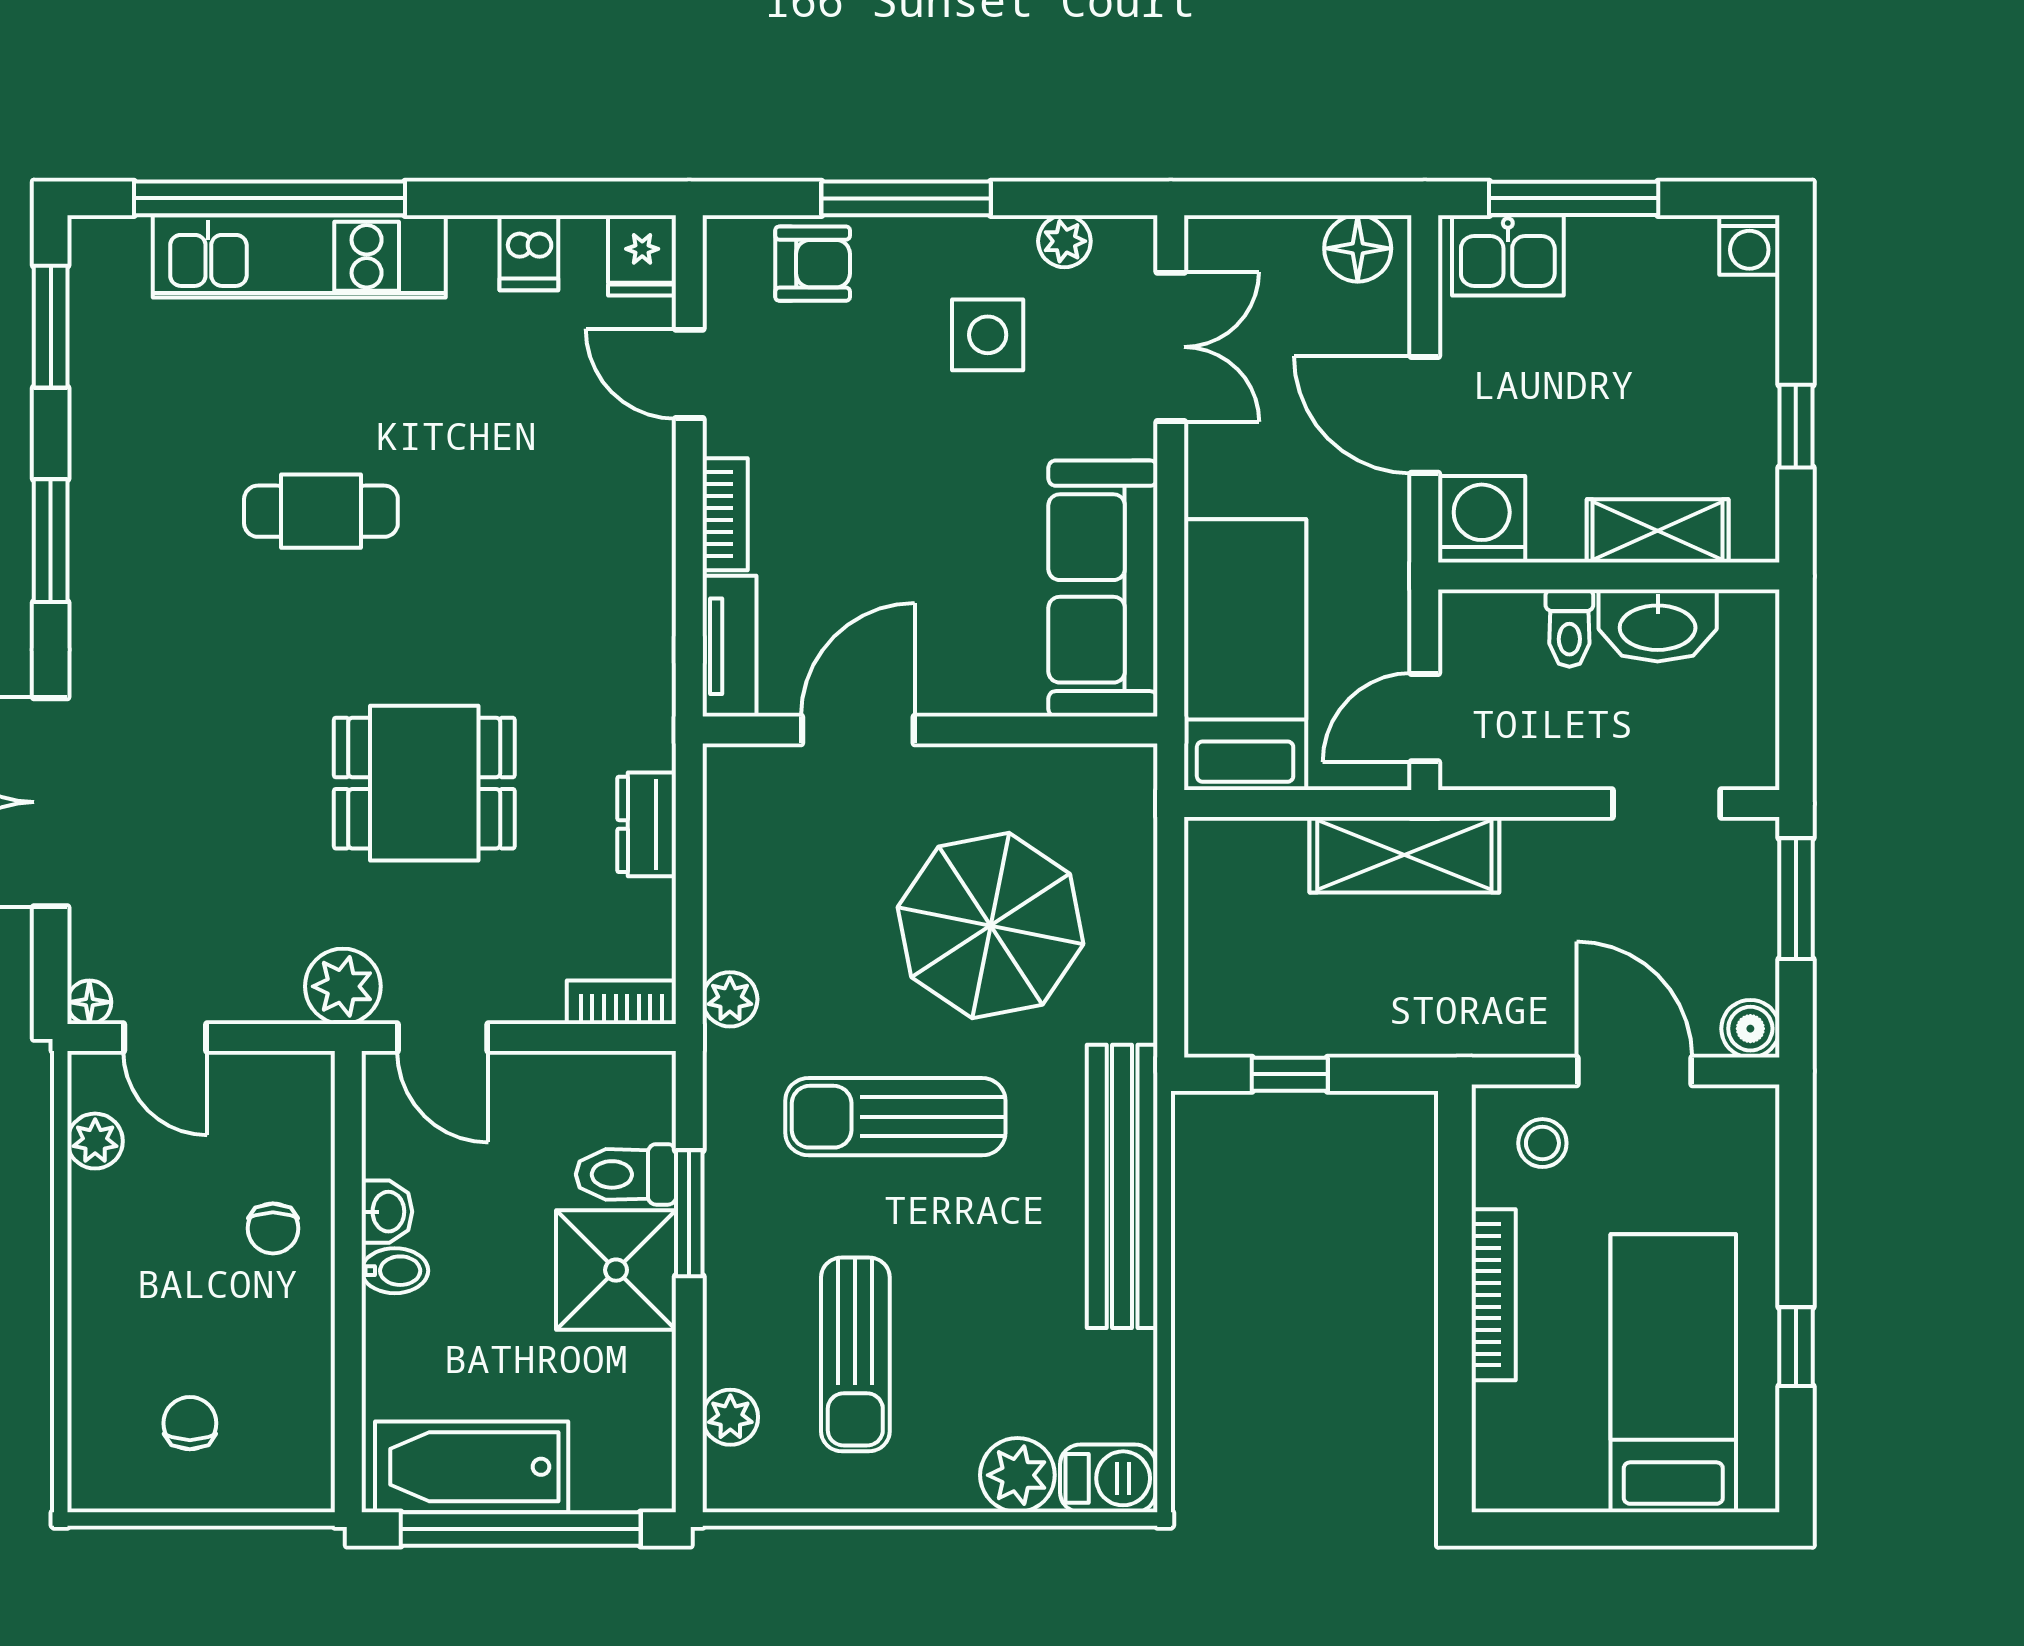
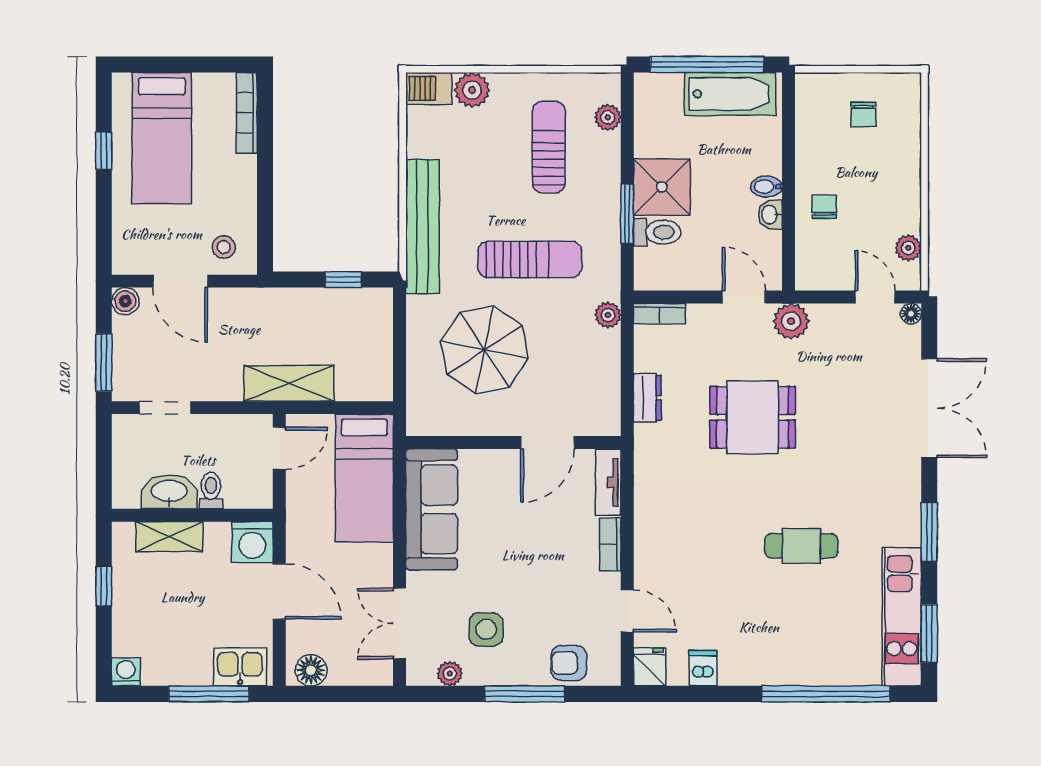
kitchen unit: (299, 256) -> (902, 617), moved, turned -90
bookcase: (1494, 1295) -> (247, 113), moved

